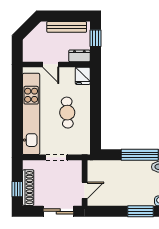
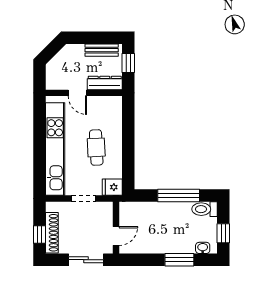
bench: (67, 27) -> (102, 50), width x0.73
dresser: (79, 56) -> (105, 83), width x1.44
fridge: (83, 76) -> (112, 187), moved, turned 90

